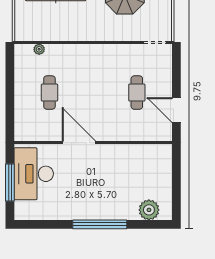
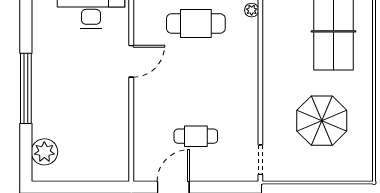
cafe table: (49, 93) -> (196, 23), width x1.37, depth x1.35
door: (79, 143) -> (131, 61), width x0.73

